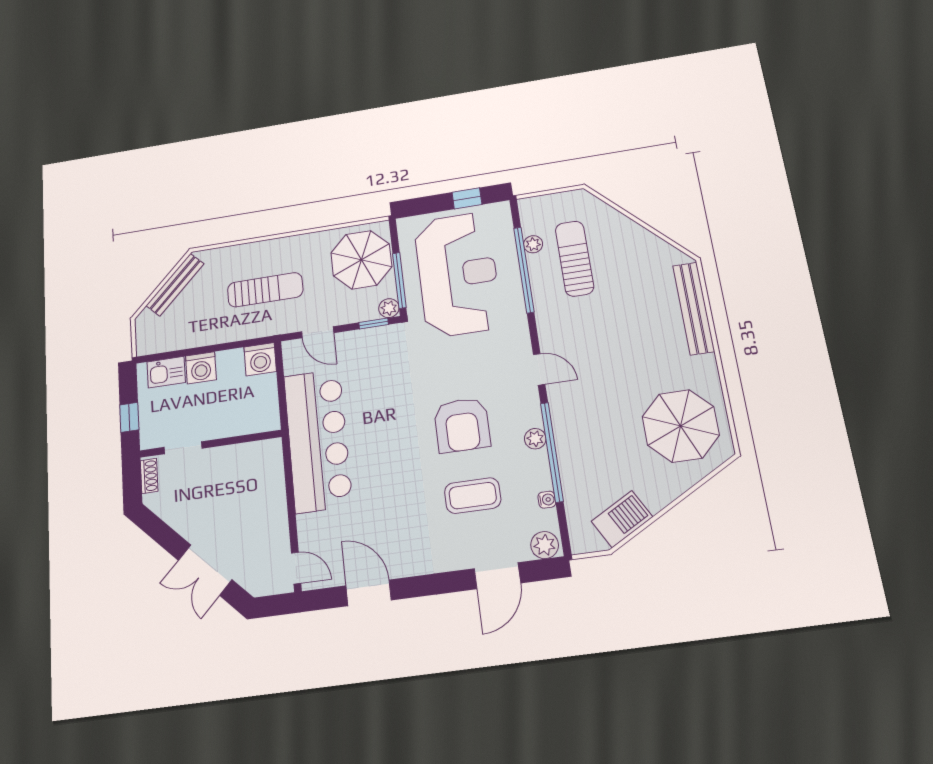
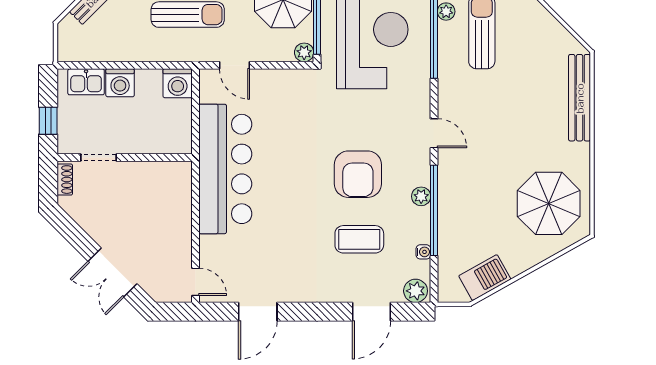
window: (374, 324) -> (288, 65), removed
door: (368, 593) -> (258, 312), swing flipped

